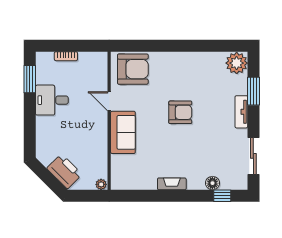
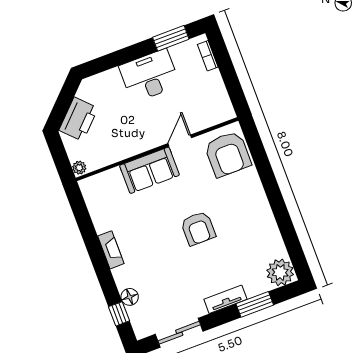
bookcase: (66, 56) -> (208, 56), moved
desk: (52, 100) -> (149, 76), width x1.37

